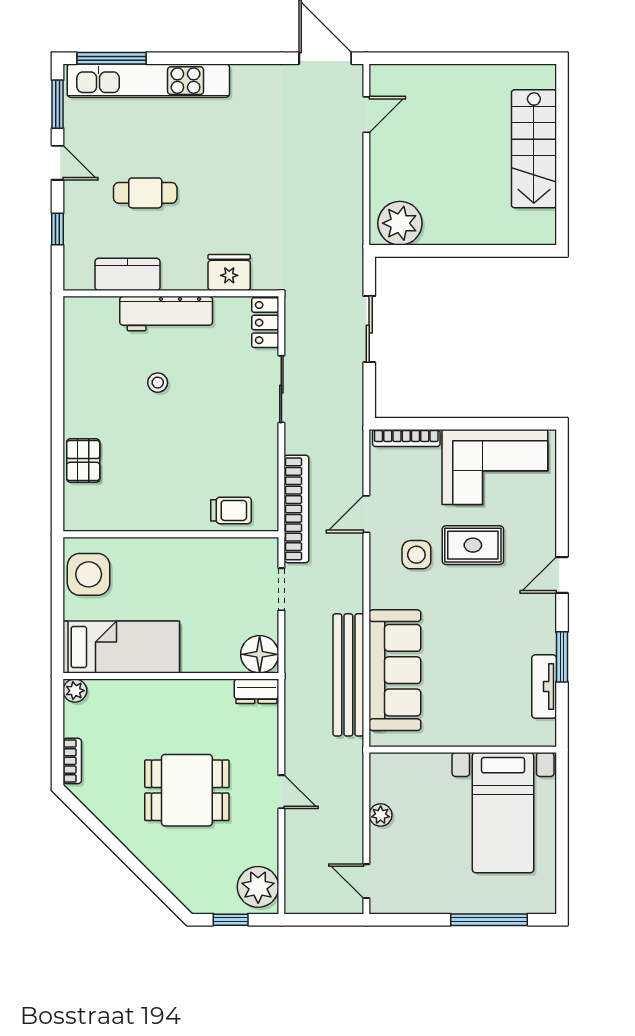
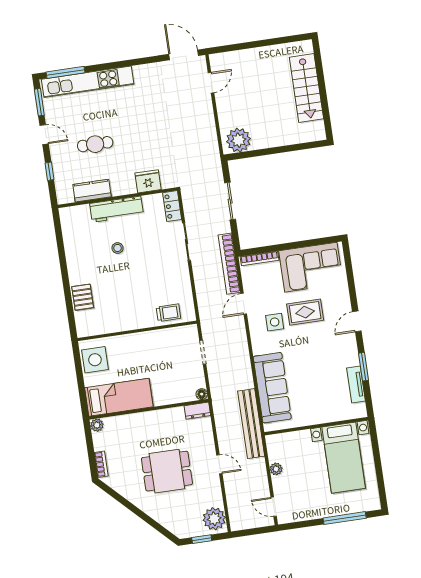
bookcase: (296, 509) -> (229, 264), moved, turned 180
floor lamp: (260, 654) -> (202, 394), width x0.53, depth x0.53
bench: (348, 675) -> (251, 424), moved

